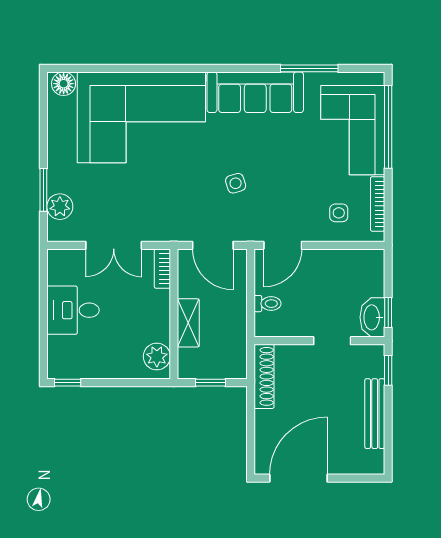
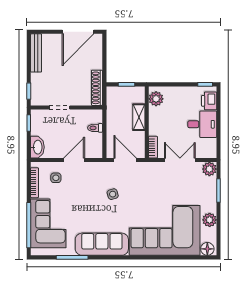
plant: (60, 136) -> (210, 220), added
plant: (60, 207) -> (209, 169), moved
door: (283, 245) -> (74, 160), moved
washbasin: (372, 317) -> (37, 147), moved
printer: (60, 353) -> (209, 101), added
bench: (375, 414) -> (36, 53), moved

